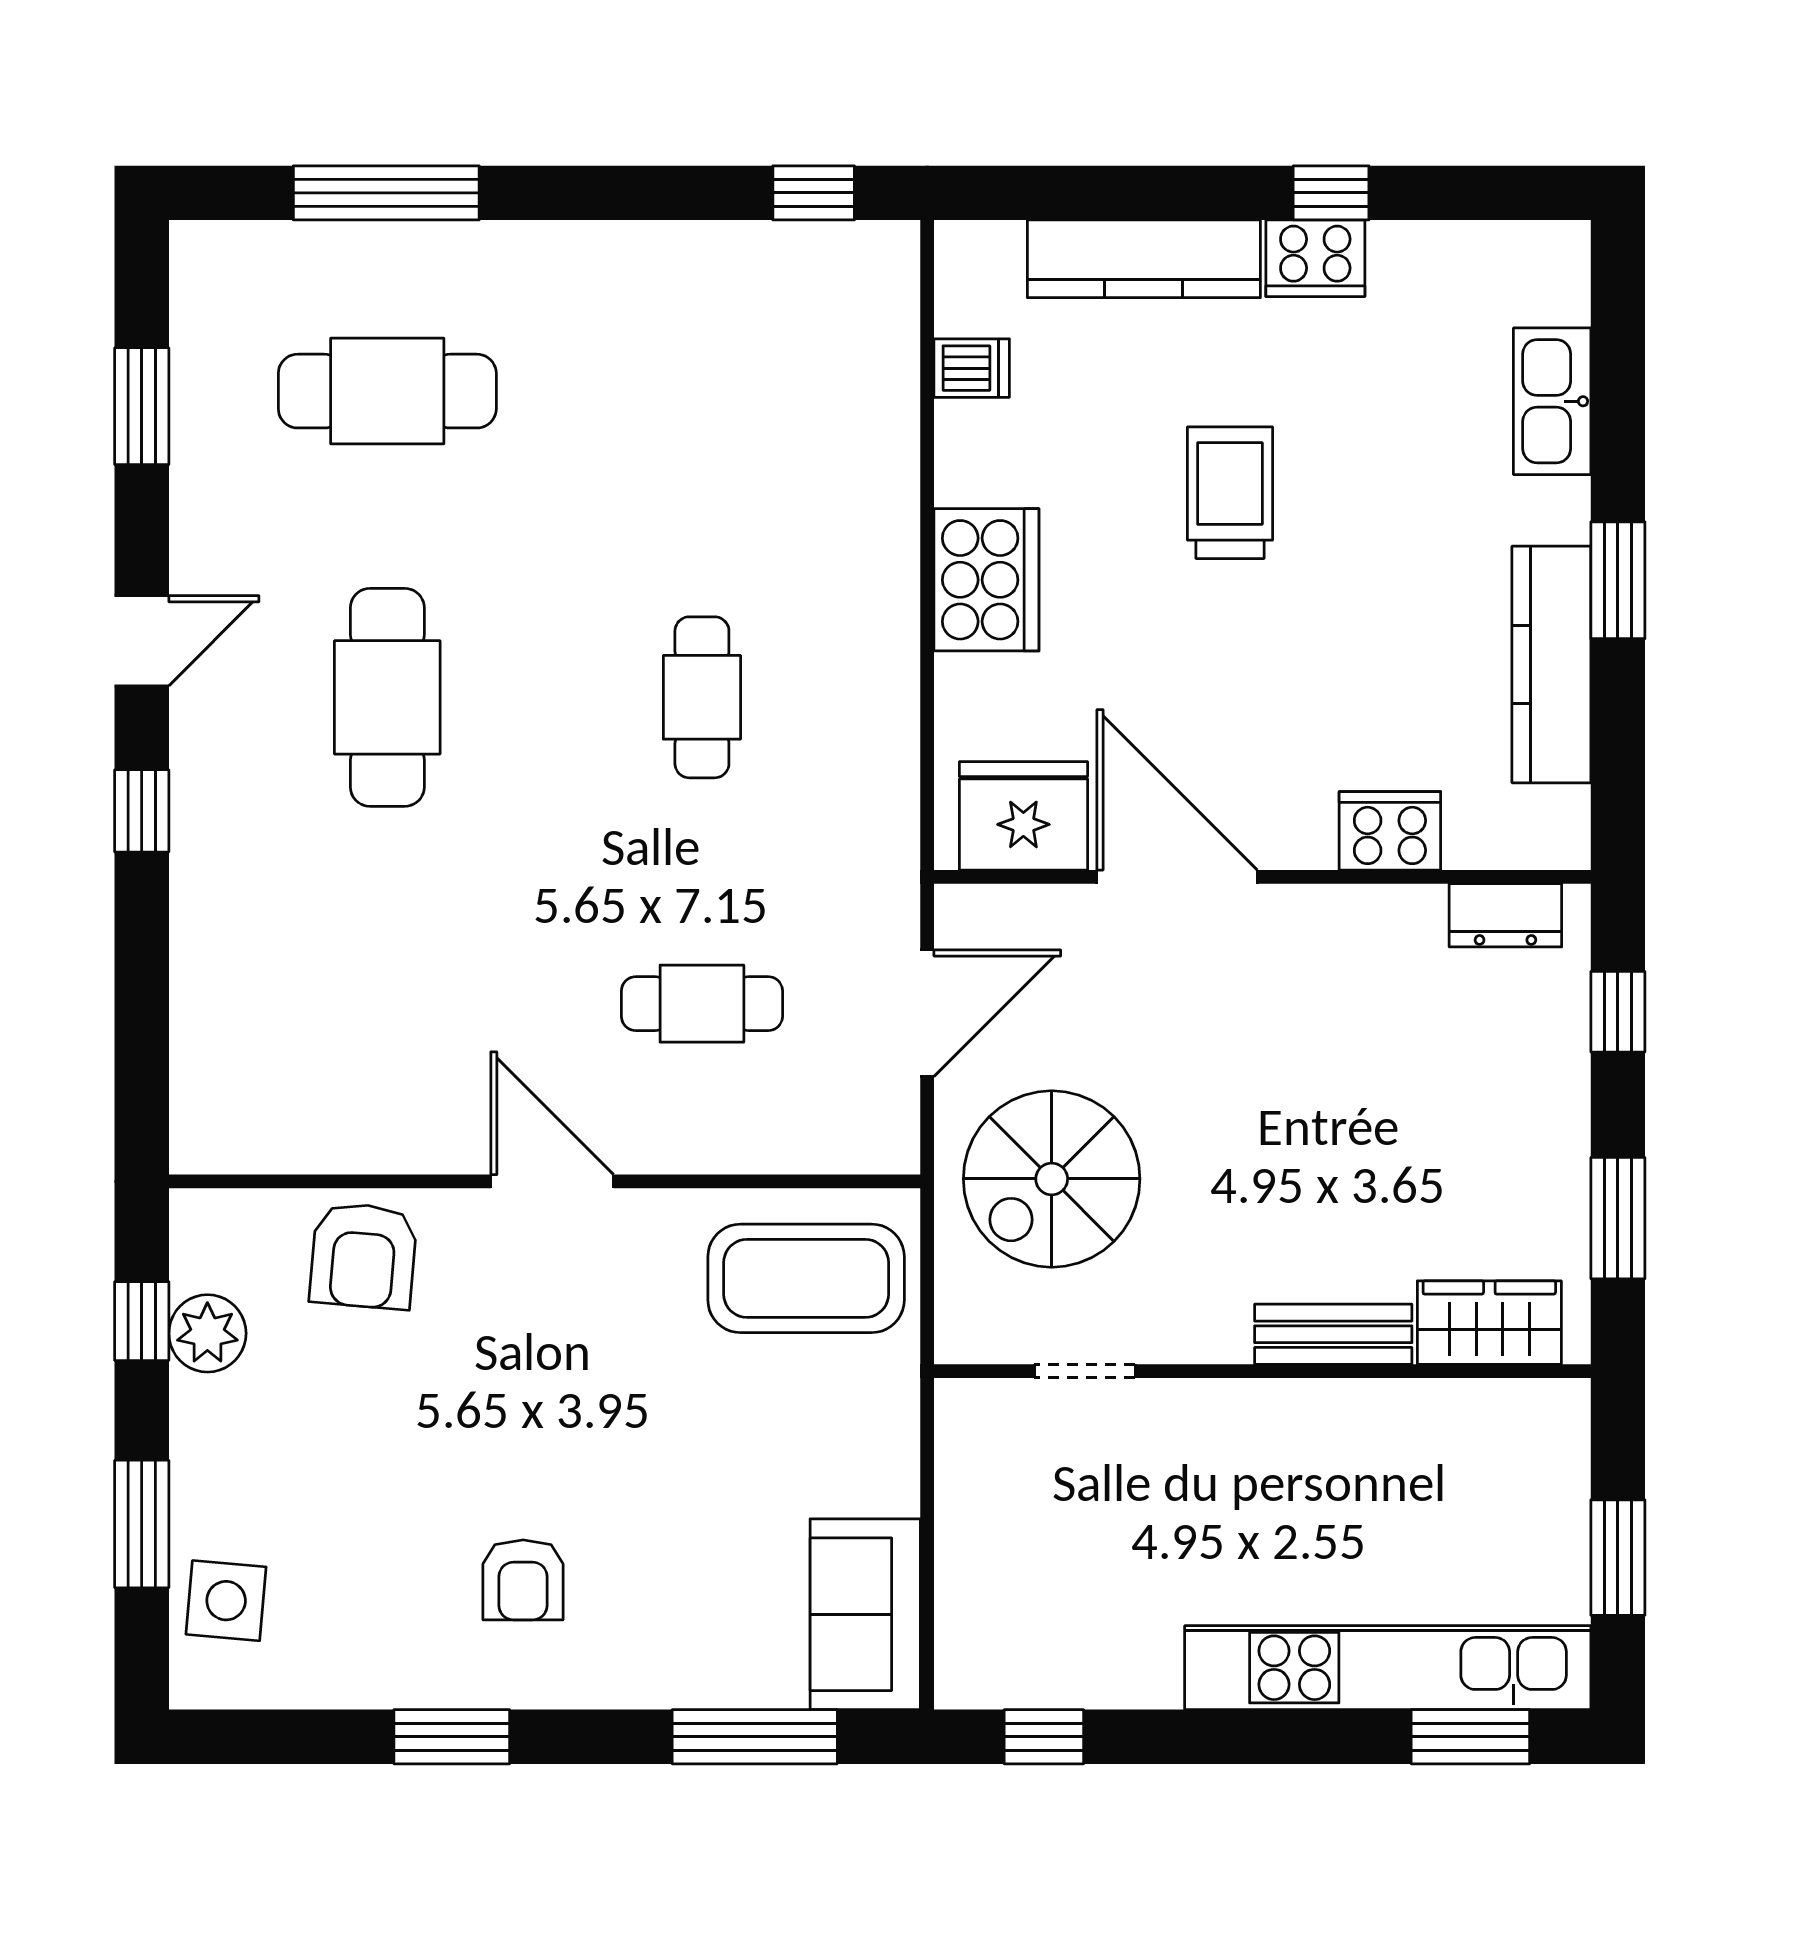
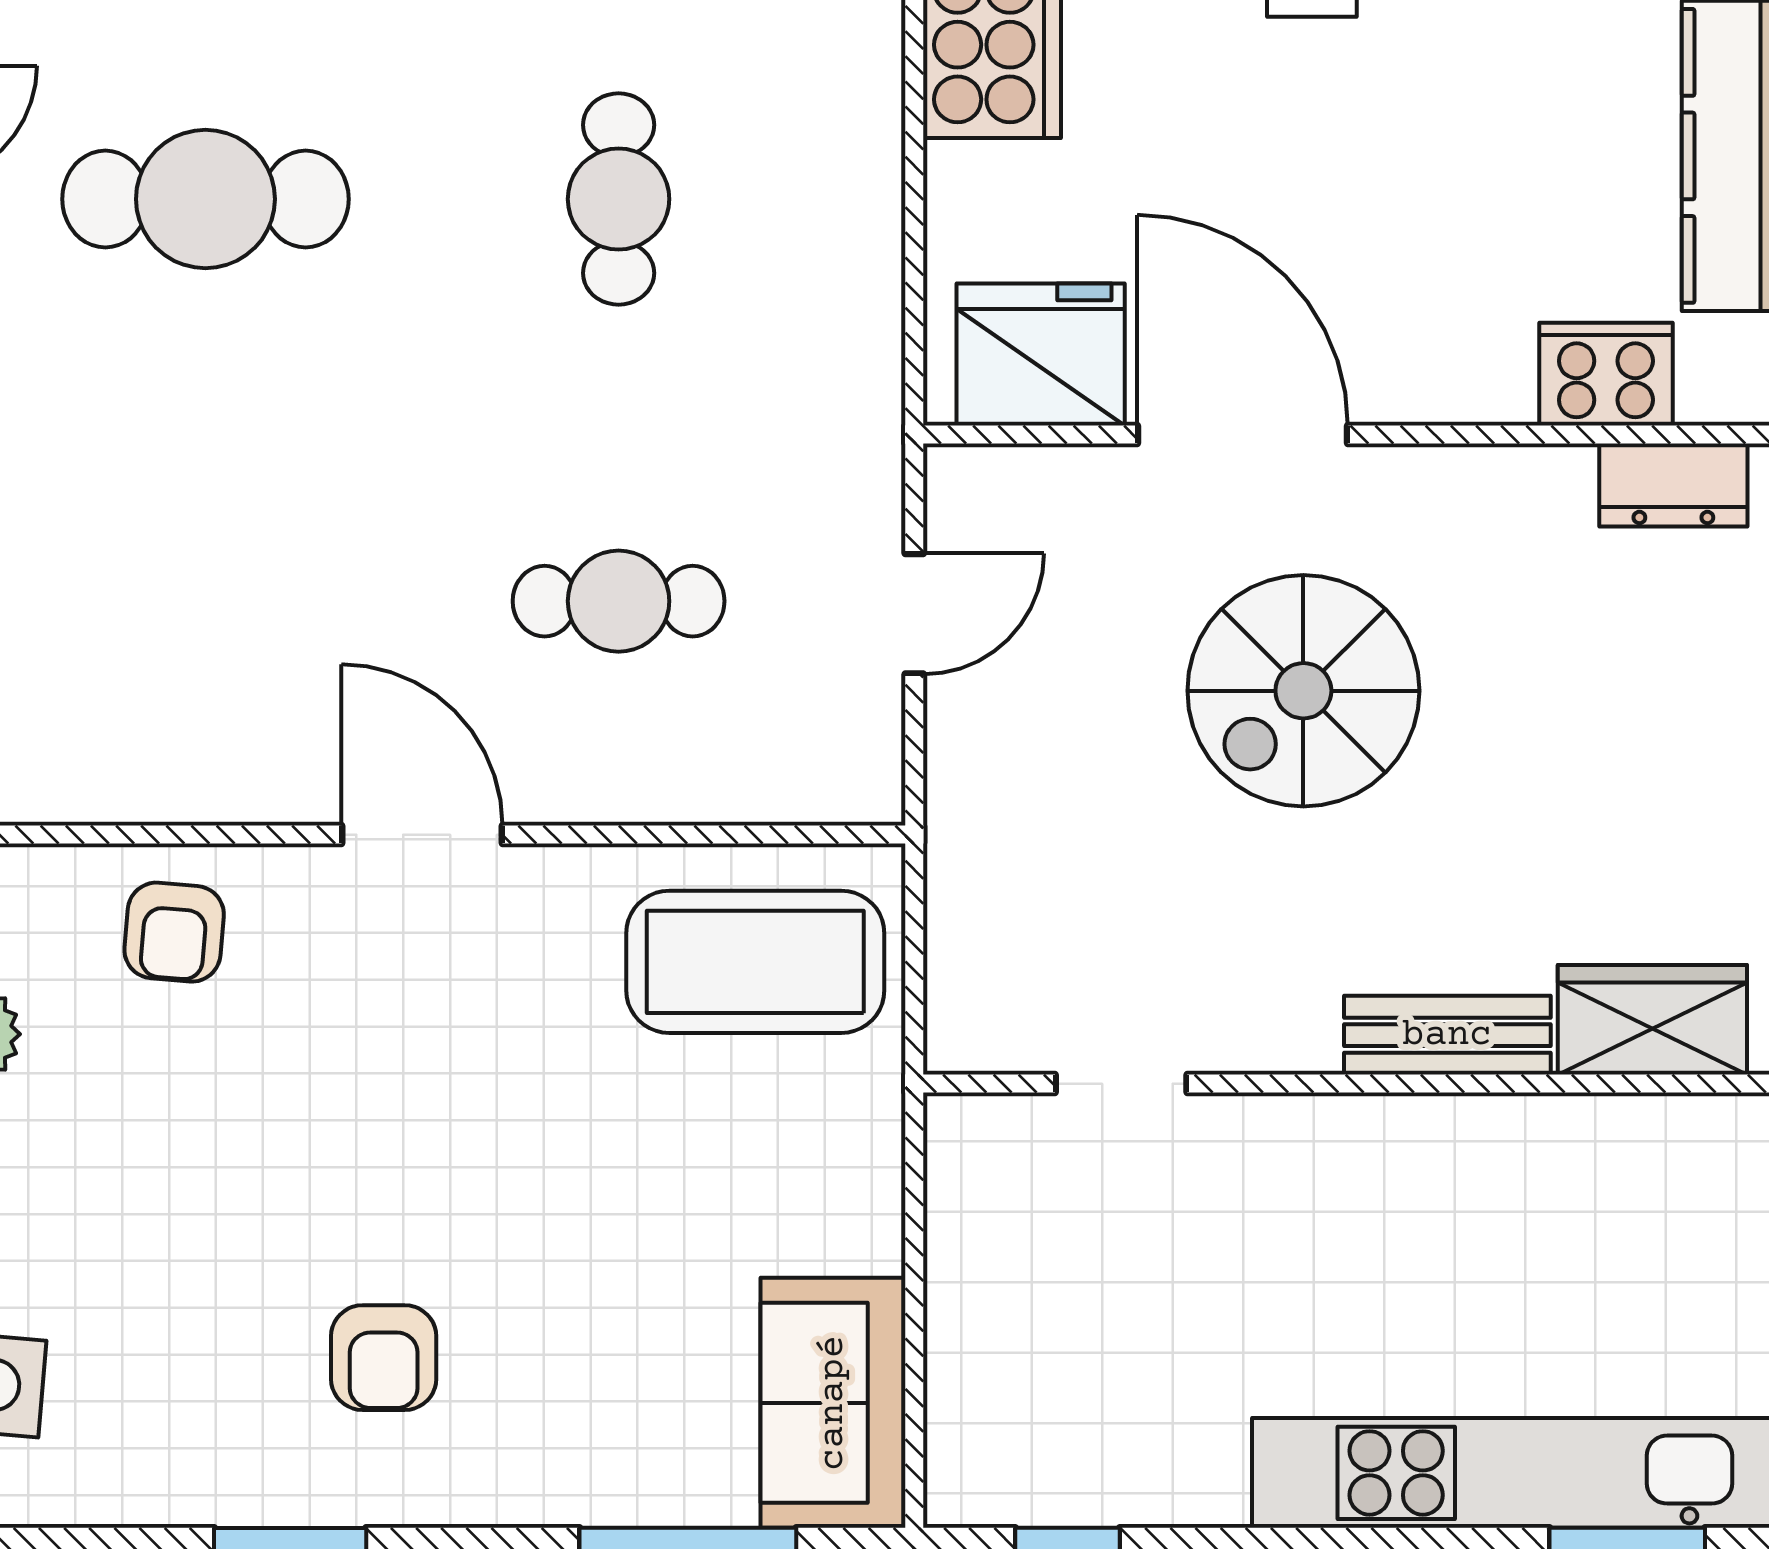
cafe table: (387, 697) -> (205, 199), turned 90
cooker: (1390, 831) -> (1606, 374), moved
door: (927, 1013) -> (914, 614), width x0.73
spiral stairs: (1052, 1179) -> (1303, 691), moved
armchair: (363, 1256) -> (174, 932), width x0.72, depth x0.72

